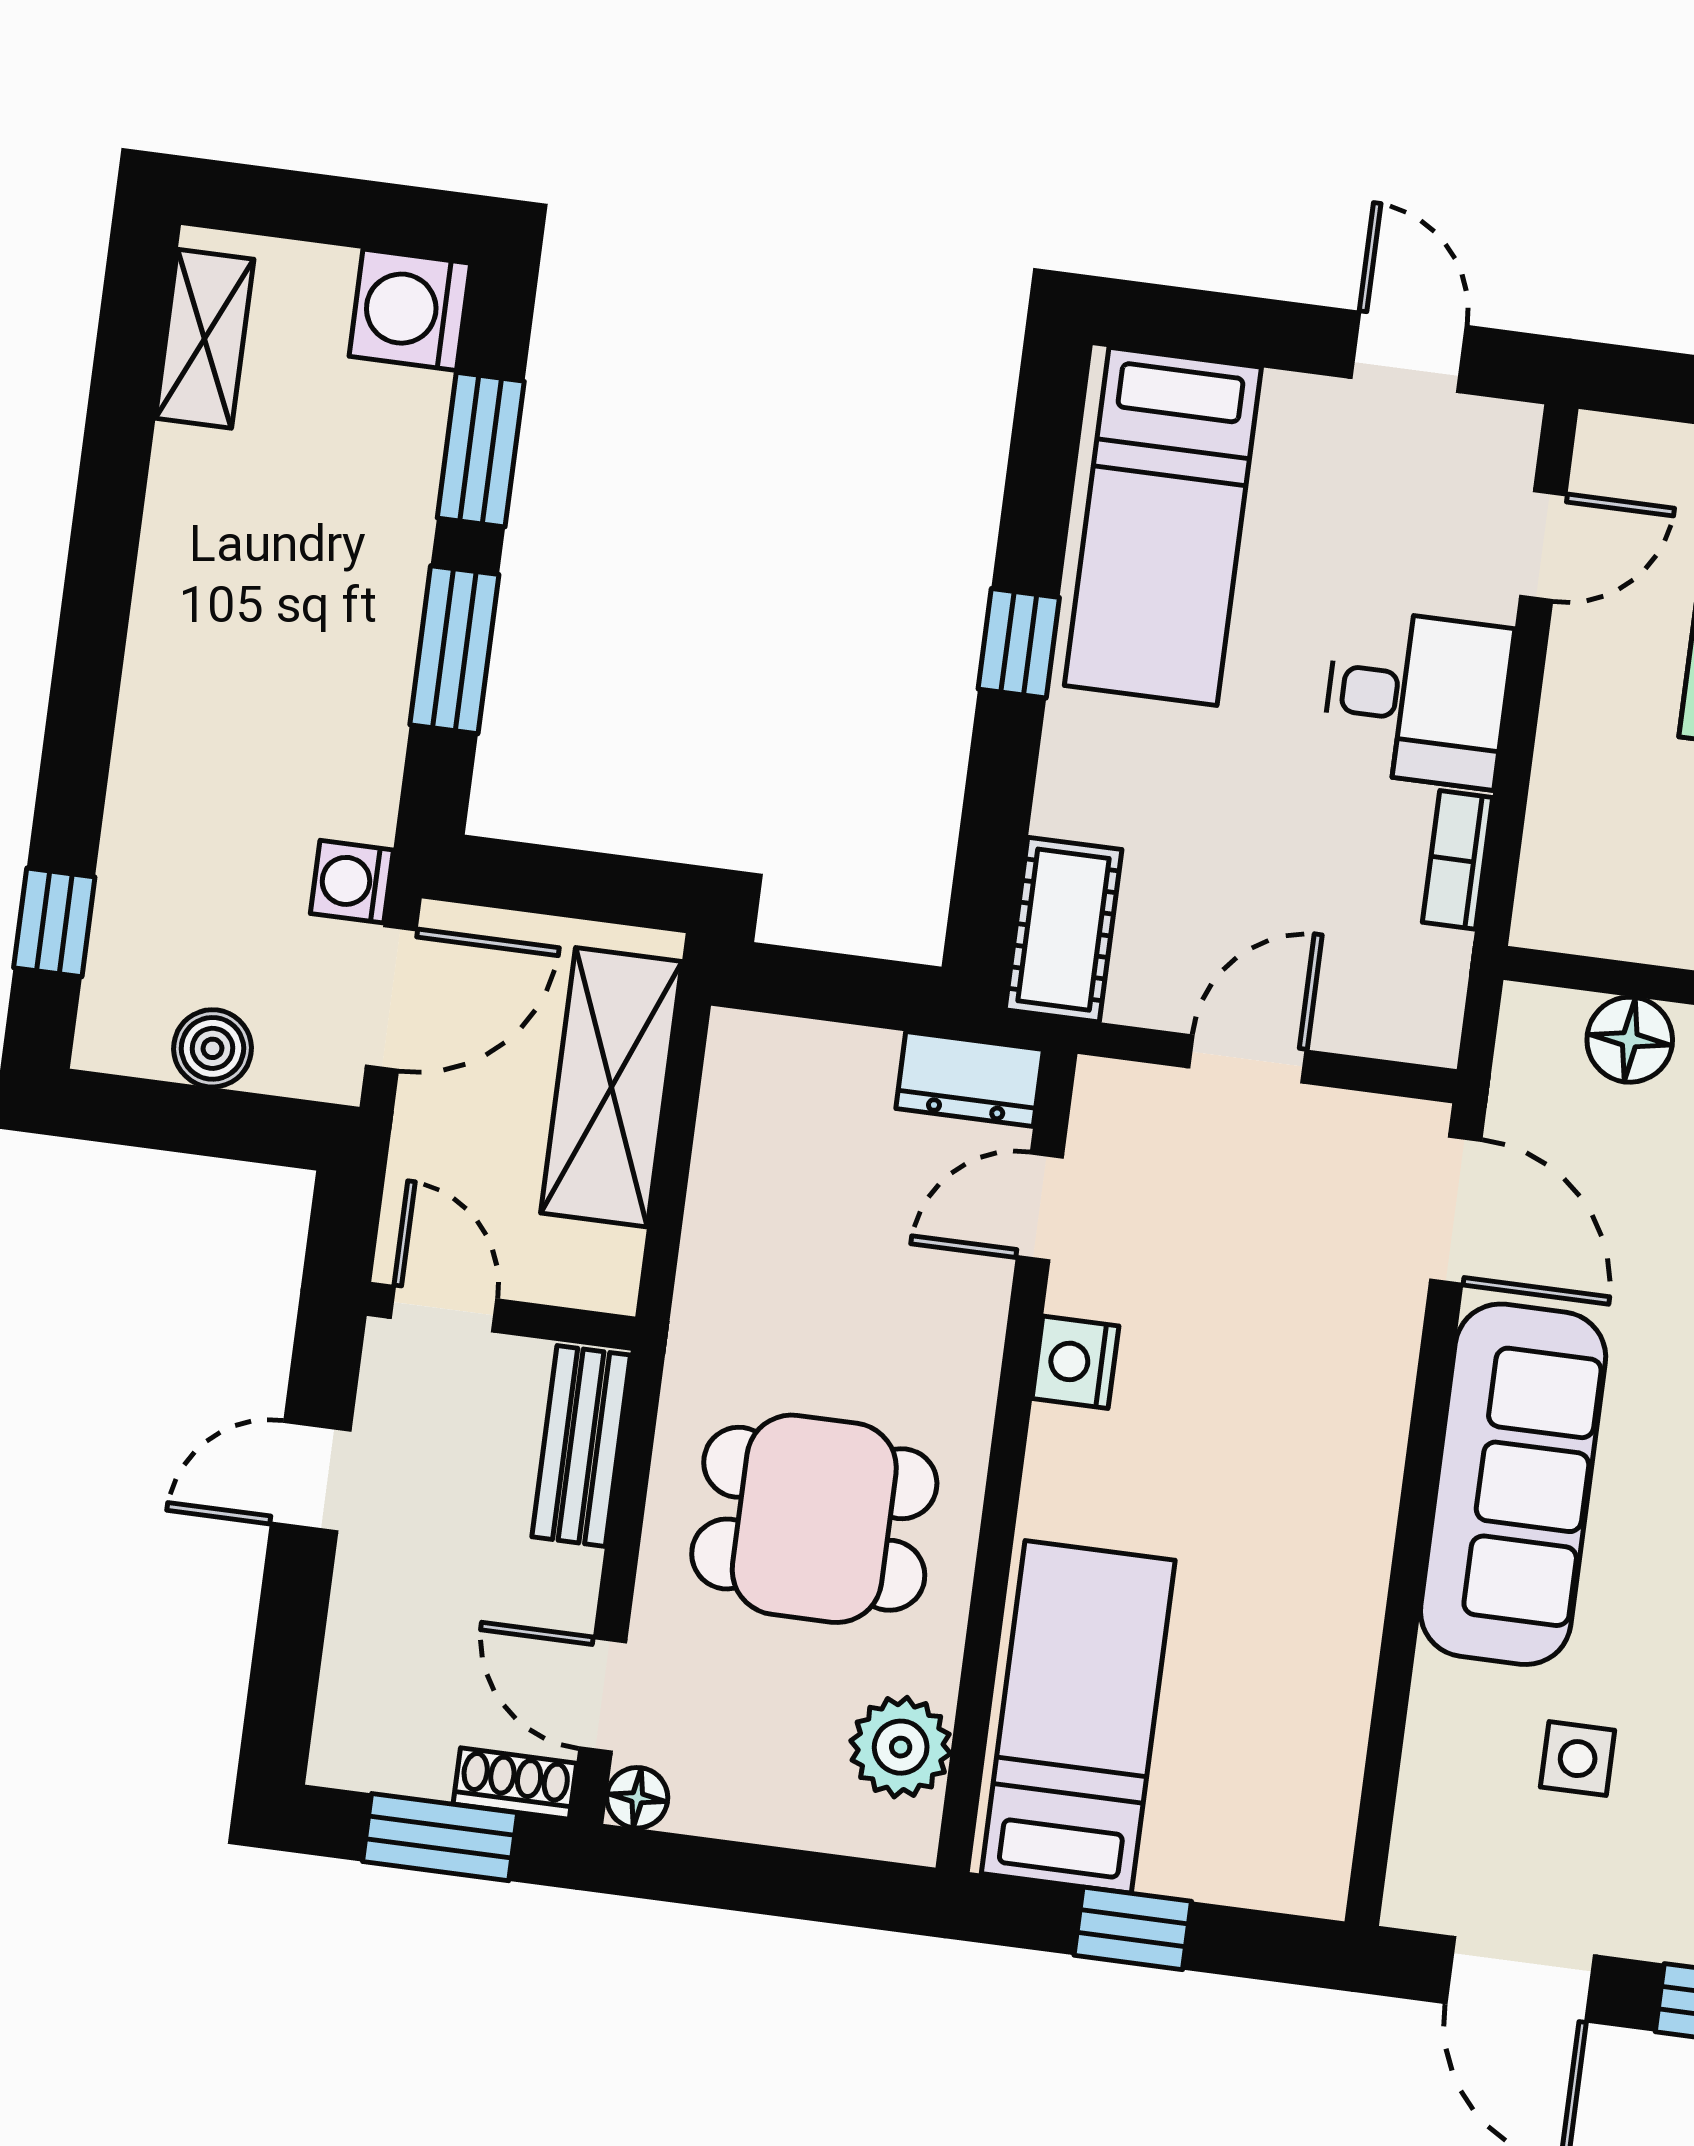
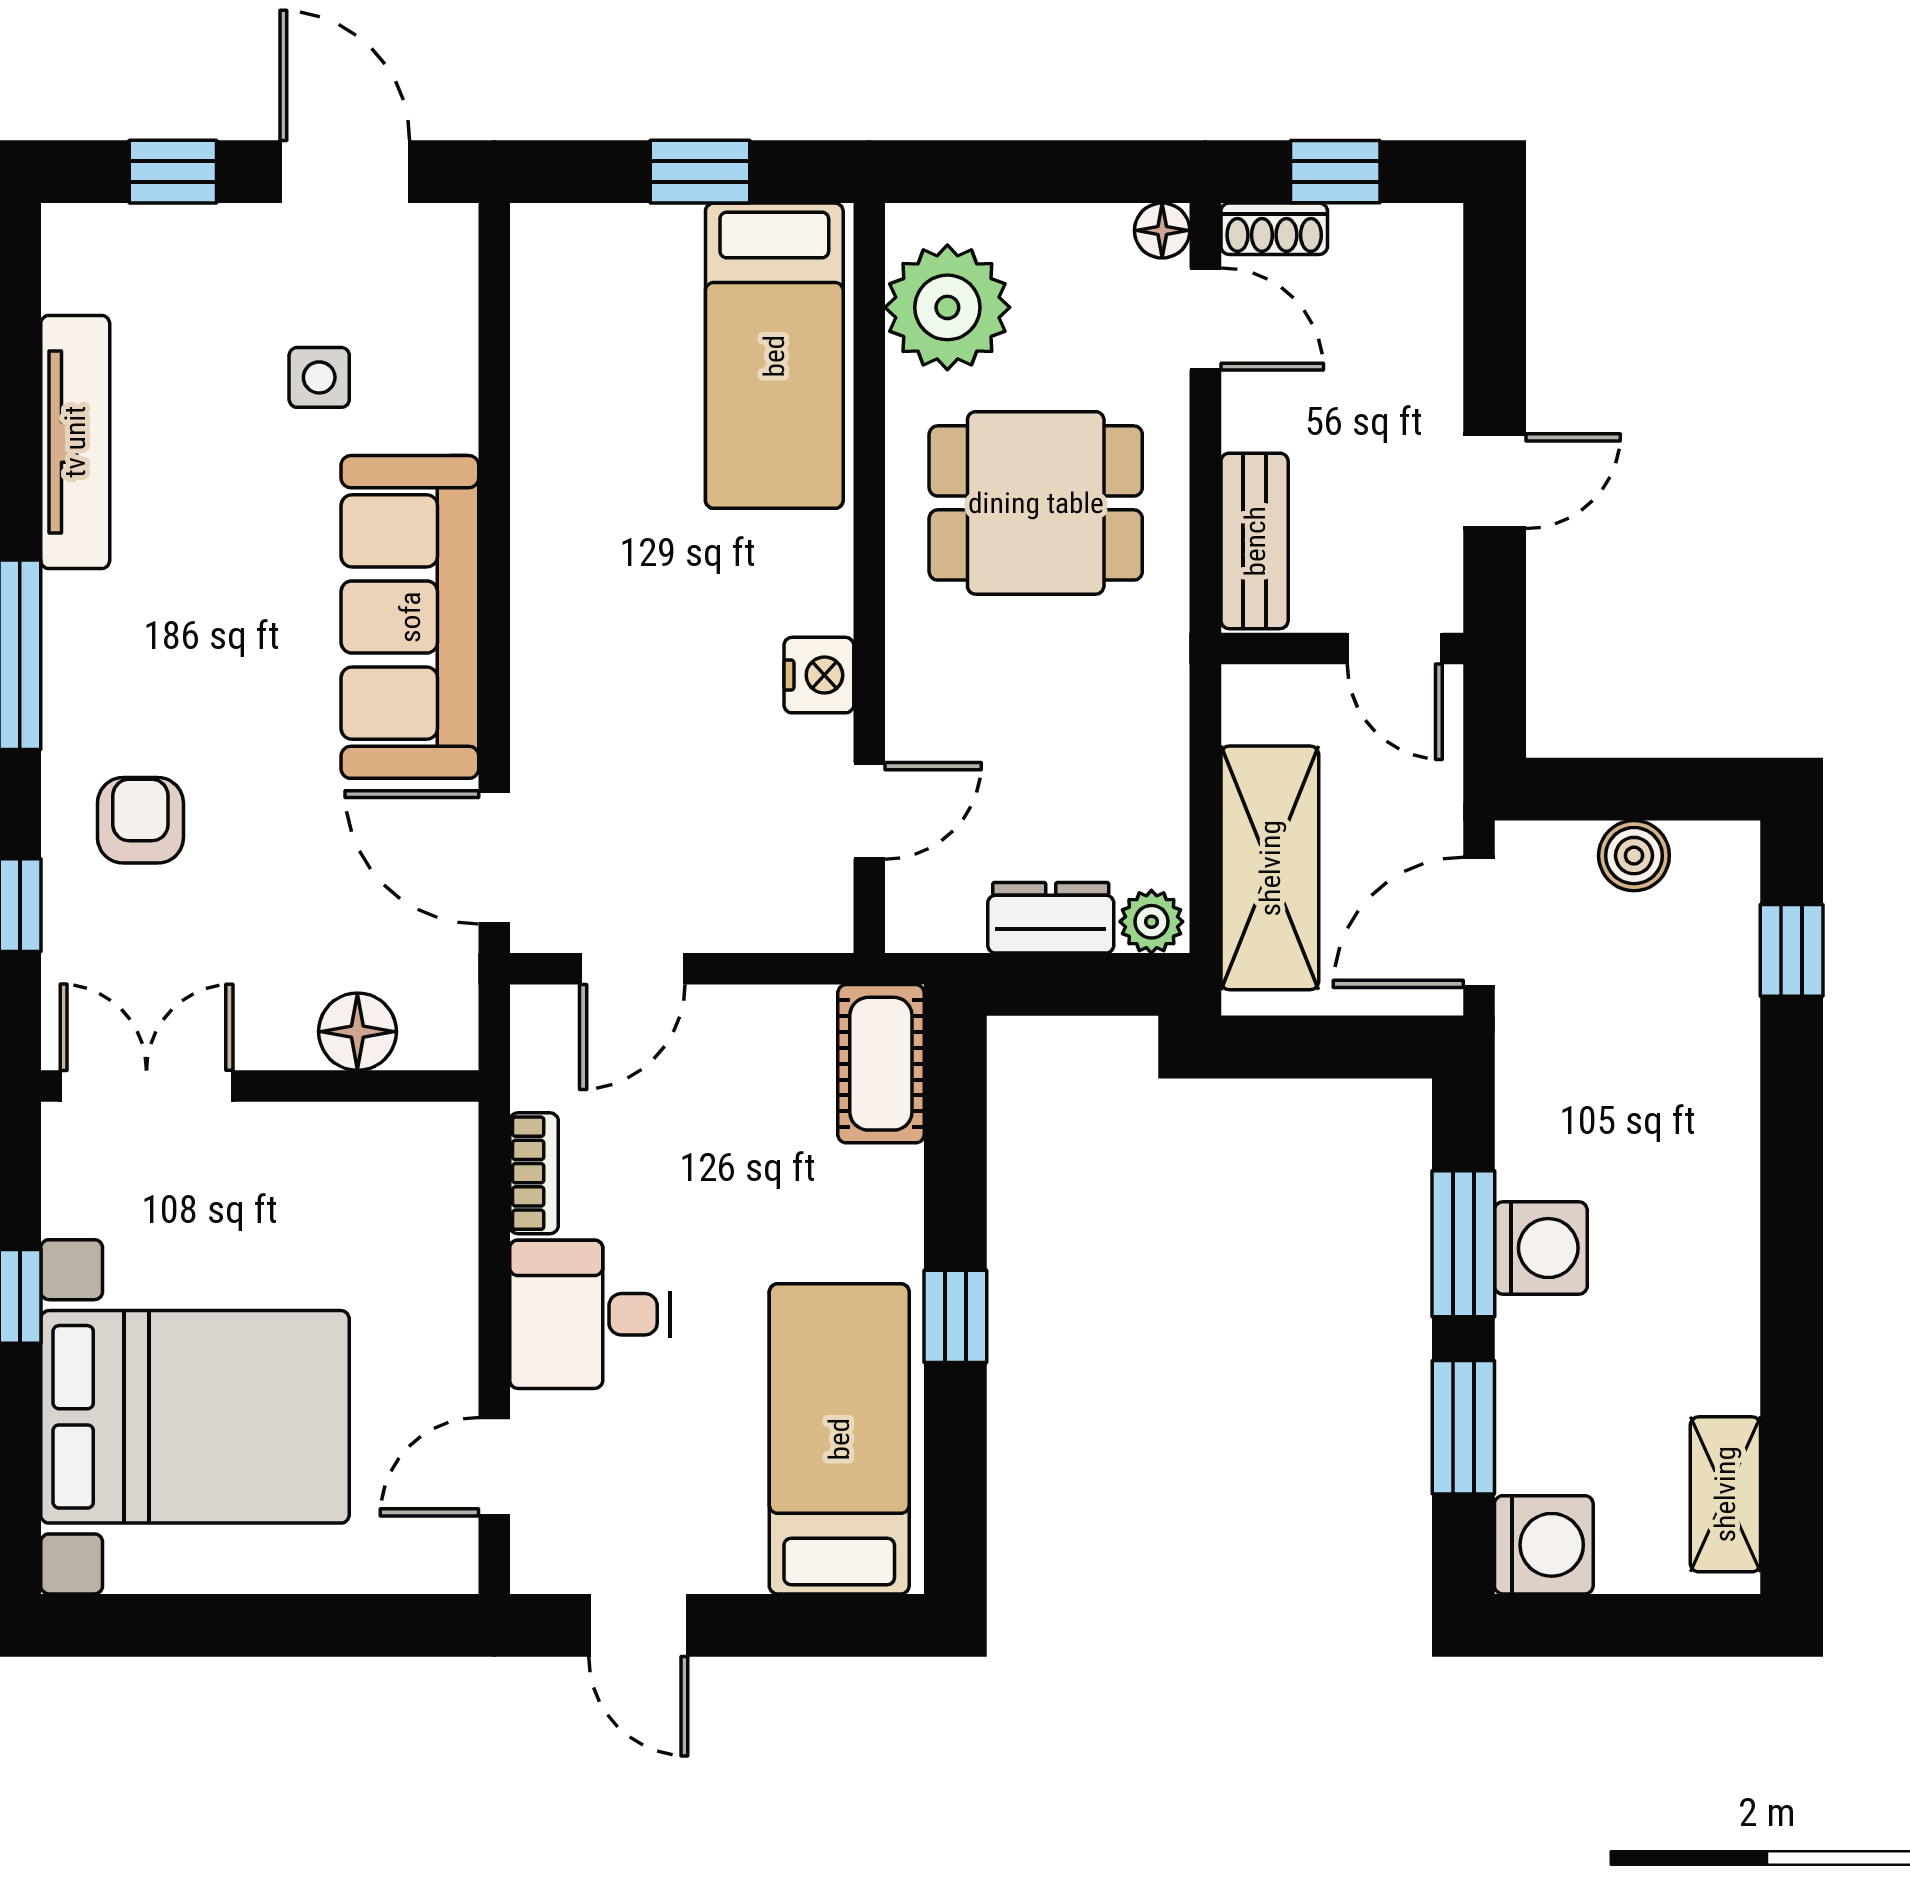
washing machine: (352, 882) -> (1541, 1248), moved, width x1.38, depth x1.38
plant: (748, 1046) -> (1151, 922), added
door: (1247, 1059) -> (632, 969), moved
dresser: (970, 1079) -> (1051, 918), moved
plant: (901, 1747) -> (947, 307), width x1.36, depth x1.36
window: (440, 1837) -> (1335, 172), width x0.67

